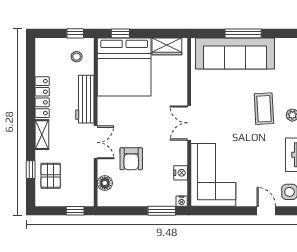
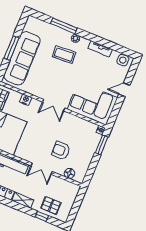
double door: (96, 142) -> (42, 169), swing flipped
armchair: (131, 159) -> (61, 151), turned 180
nightstand: (181, 173) -> (26, 100), moved
window: (75, 211) -> (79, 199), removed
door: (266, 211) -> (124, 90), moved

